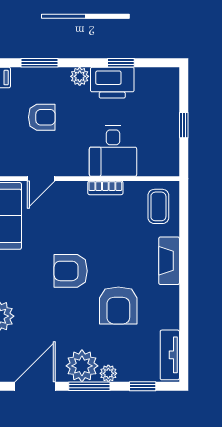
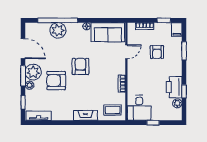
plant: (80, 76) -> (177, 103), moved
desk: (113, 151) -> (139, 108), moved, turned -90
door: (41, 179) -> (126, 52), swing flipped
armchair: (118, 305) -> (56, 81), moved

